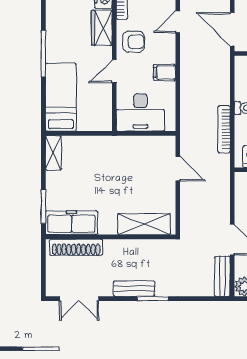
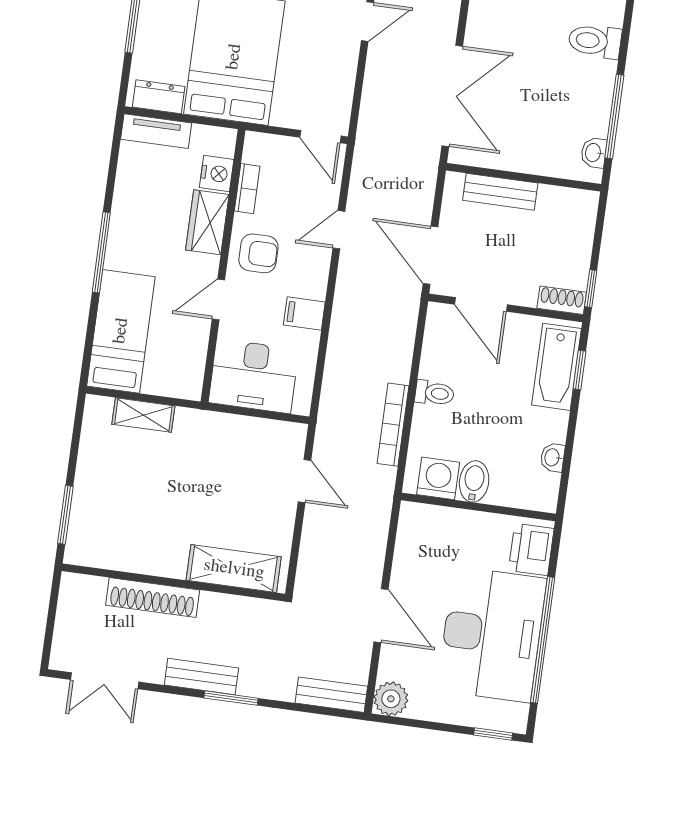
shelving: (53, 153) -> (143, 415), moved, turned 90
freezer: (71, 223) -> (110, 549), removed
shoe rack: (76, 247) -> (153, 598), moved
bench: (222, 276) -> (331, 695), moved, turned 90

